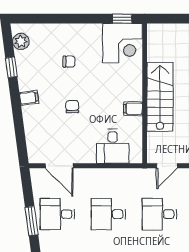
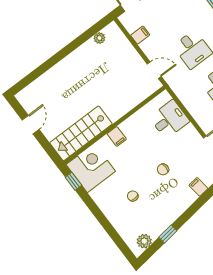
stairs: (160, 97) -> (81, 133), moved
filing cabinet: (29, 98) -> (198, 187), moved
filing cabinet: (133, 109) -> (117, 136), moved

